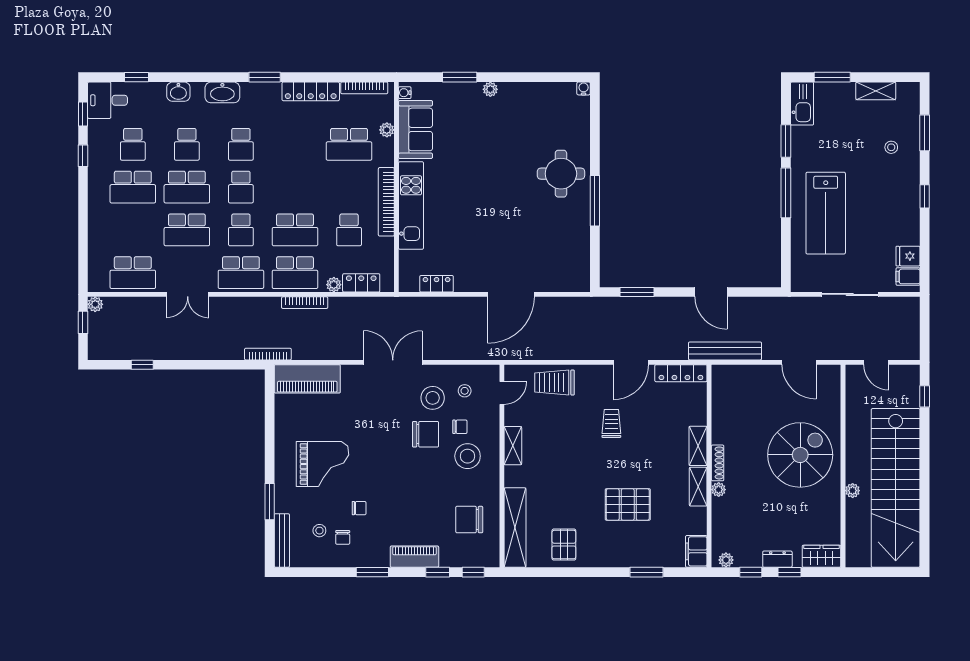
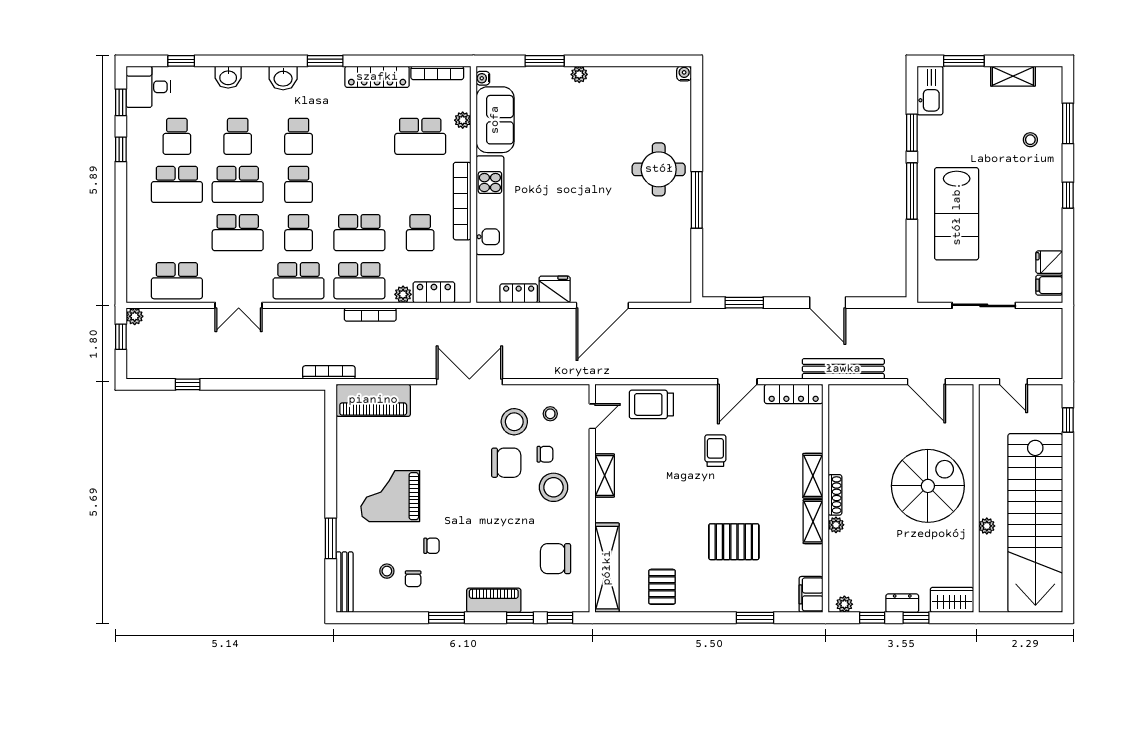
washbasin: (222, 92) -> (283, 78), width x0.72
fridge: (469, 280) -> (555, 289), added
grand piano: (322, 464) -> (390, 496), turned 180

